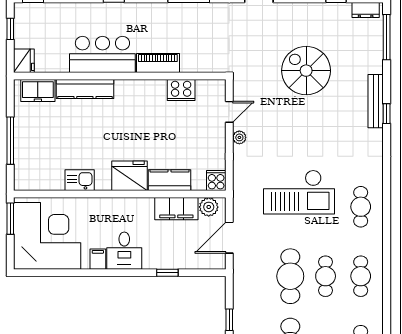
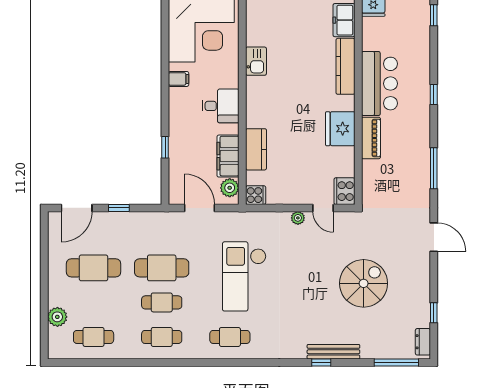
cooker: (181, 90) -> (344, 191), moved
fridge: (130, 176) -> (340, 129), moved, turned 180
desk: (124, 251) -> (221, 106), moved, turned 180

